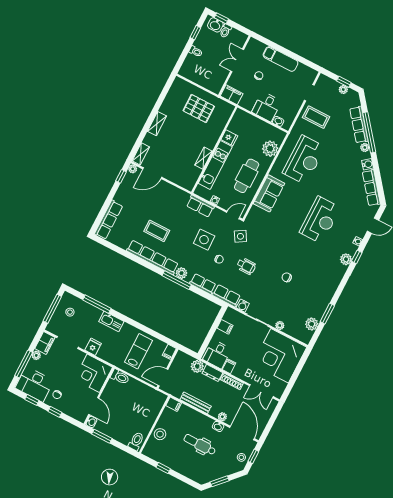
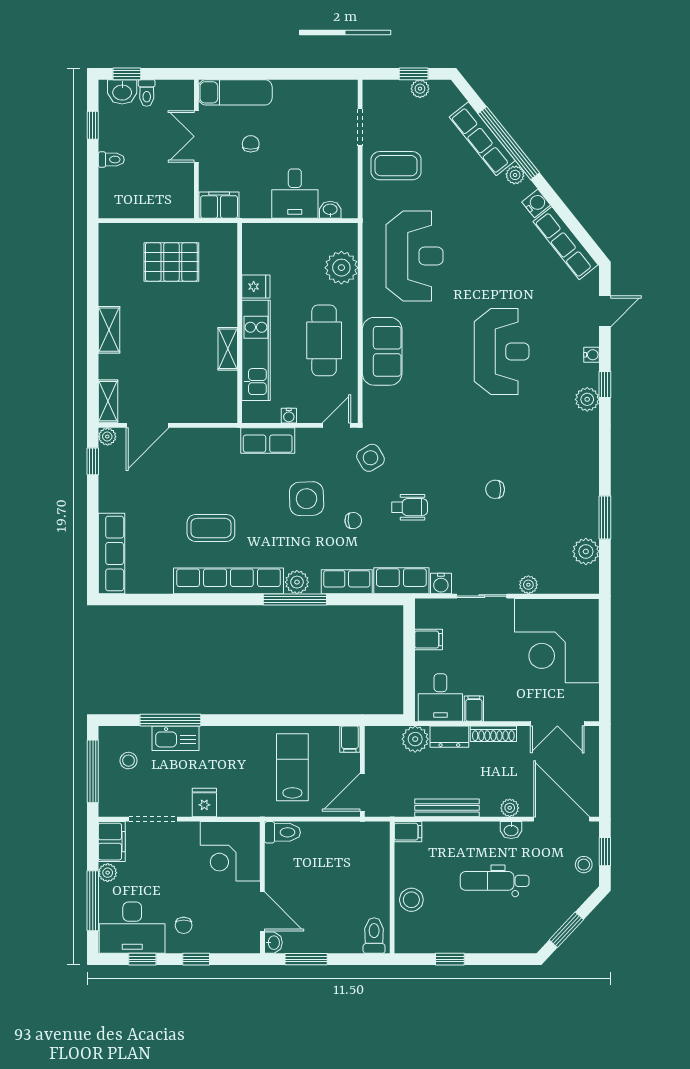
exam couch: (280, 59) -> (235, 92), moved
kitchen sink: (111, 321) -> (175, 738), moved

